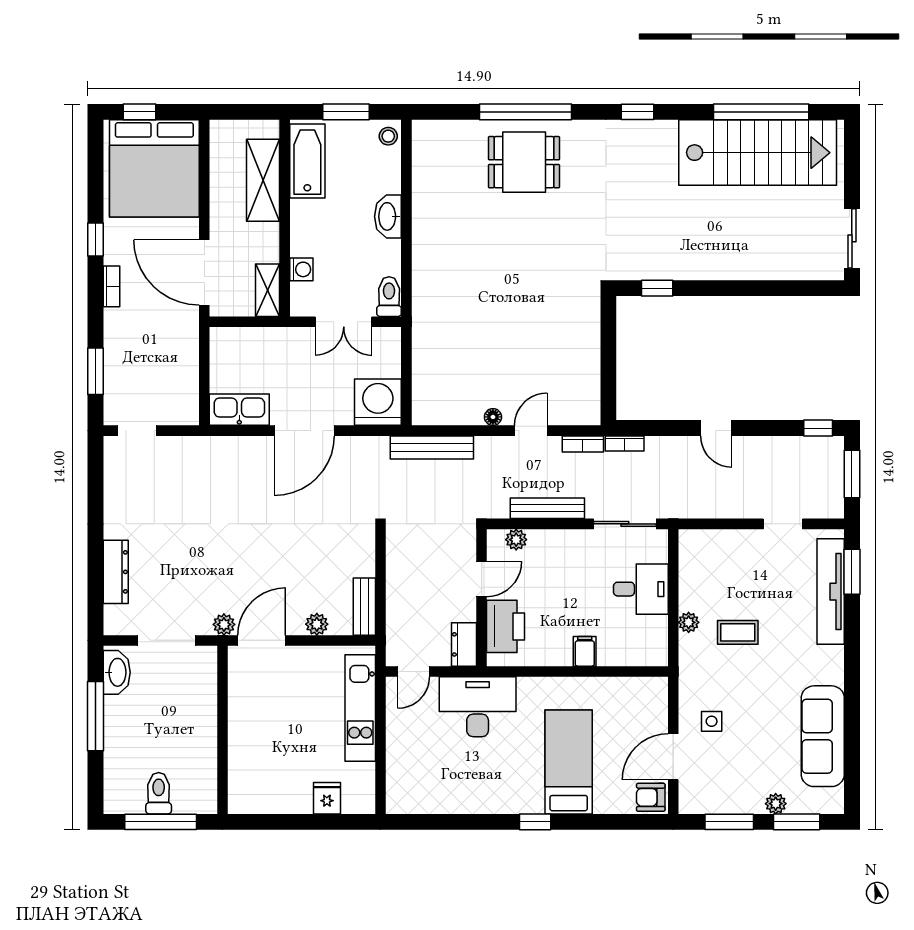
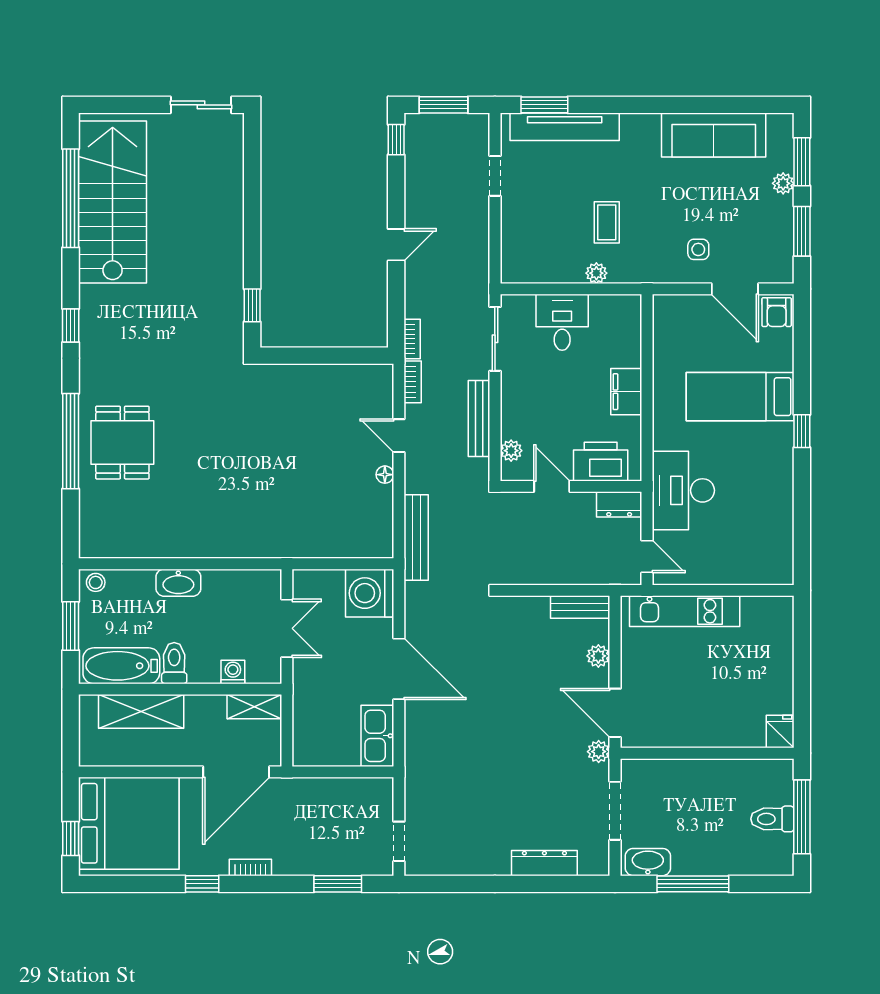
toilet: (389, 297) -> (174, 663), moved, turned 90
filing cabinet: (585, 651) -> (626, 392), width x2.00
fridge: (327, 798) -> (780, 732), moved, turned 90

